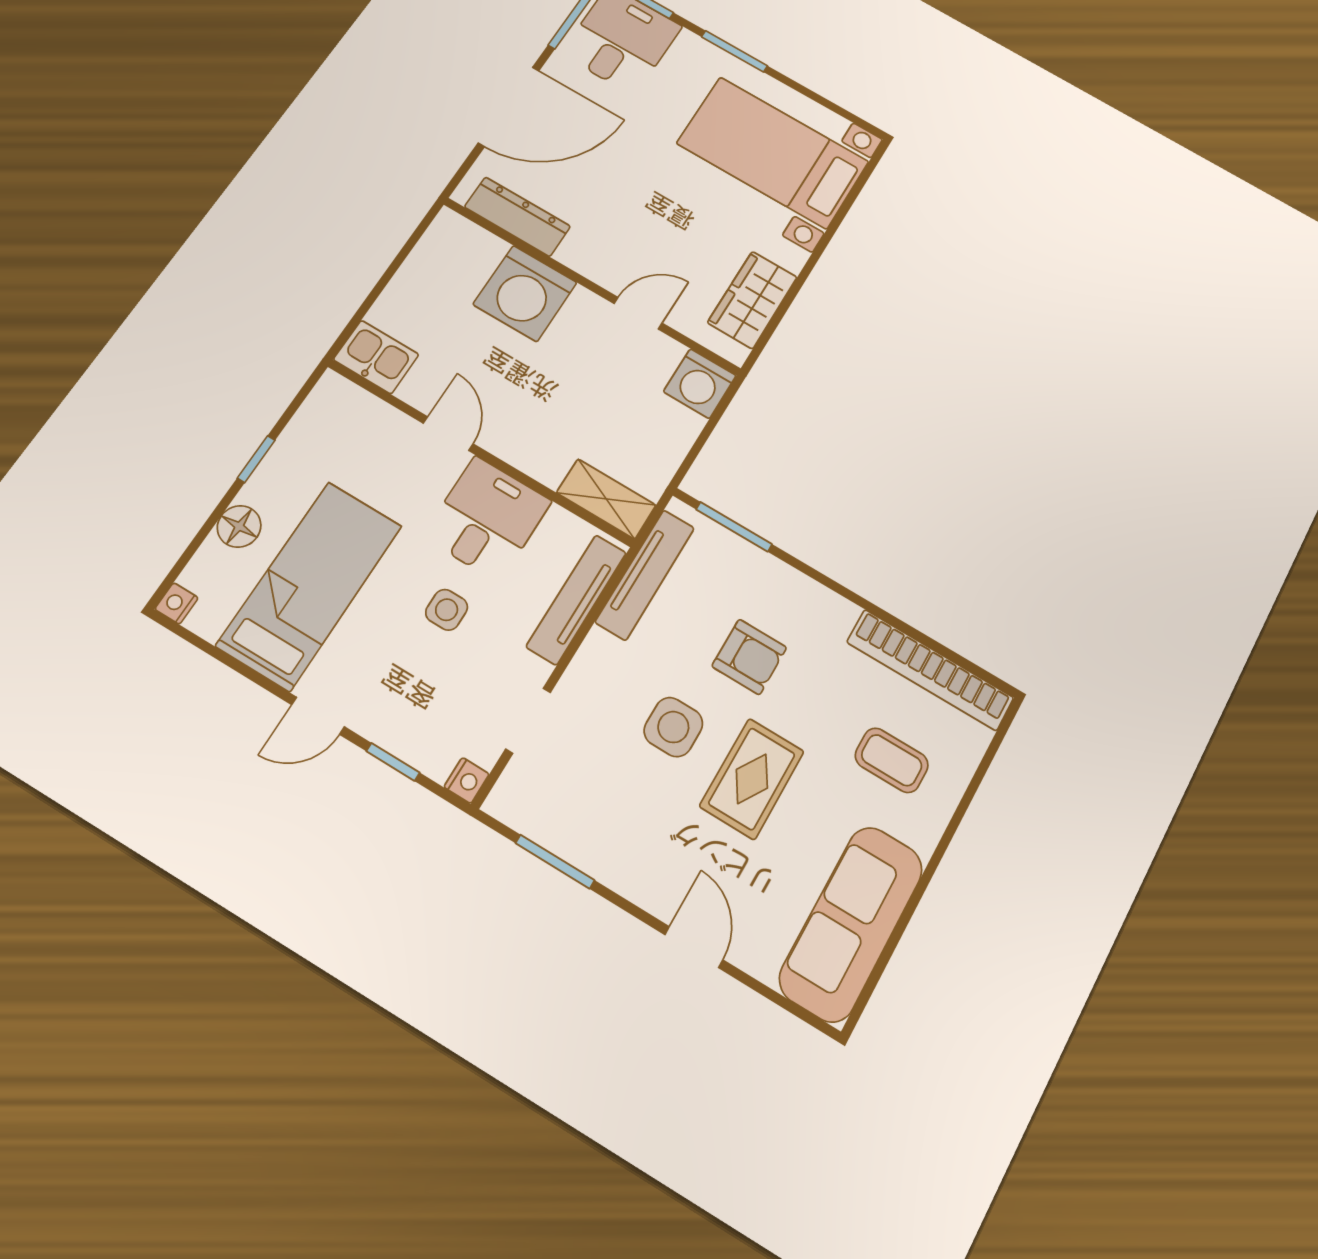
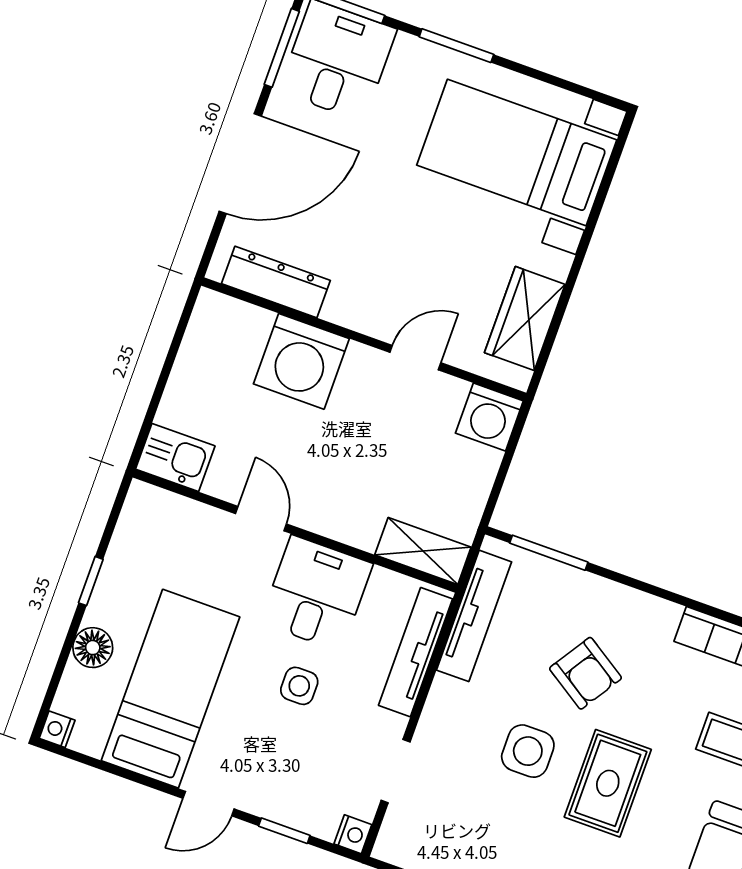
armchair: (749, 657) -> (586, 673), turned 33

